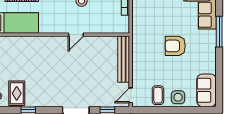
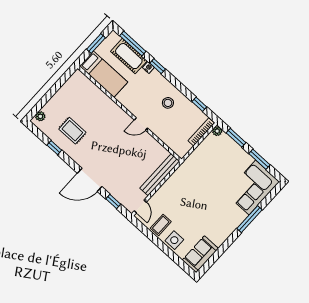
armchair: (175, 46) -> (207, 200), removed
rug: (17, 93) -> (72, 131), moved, turned 90
door: (131, 95) -> (140, 206), swing flipped

